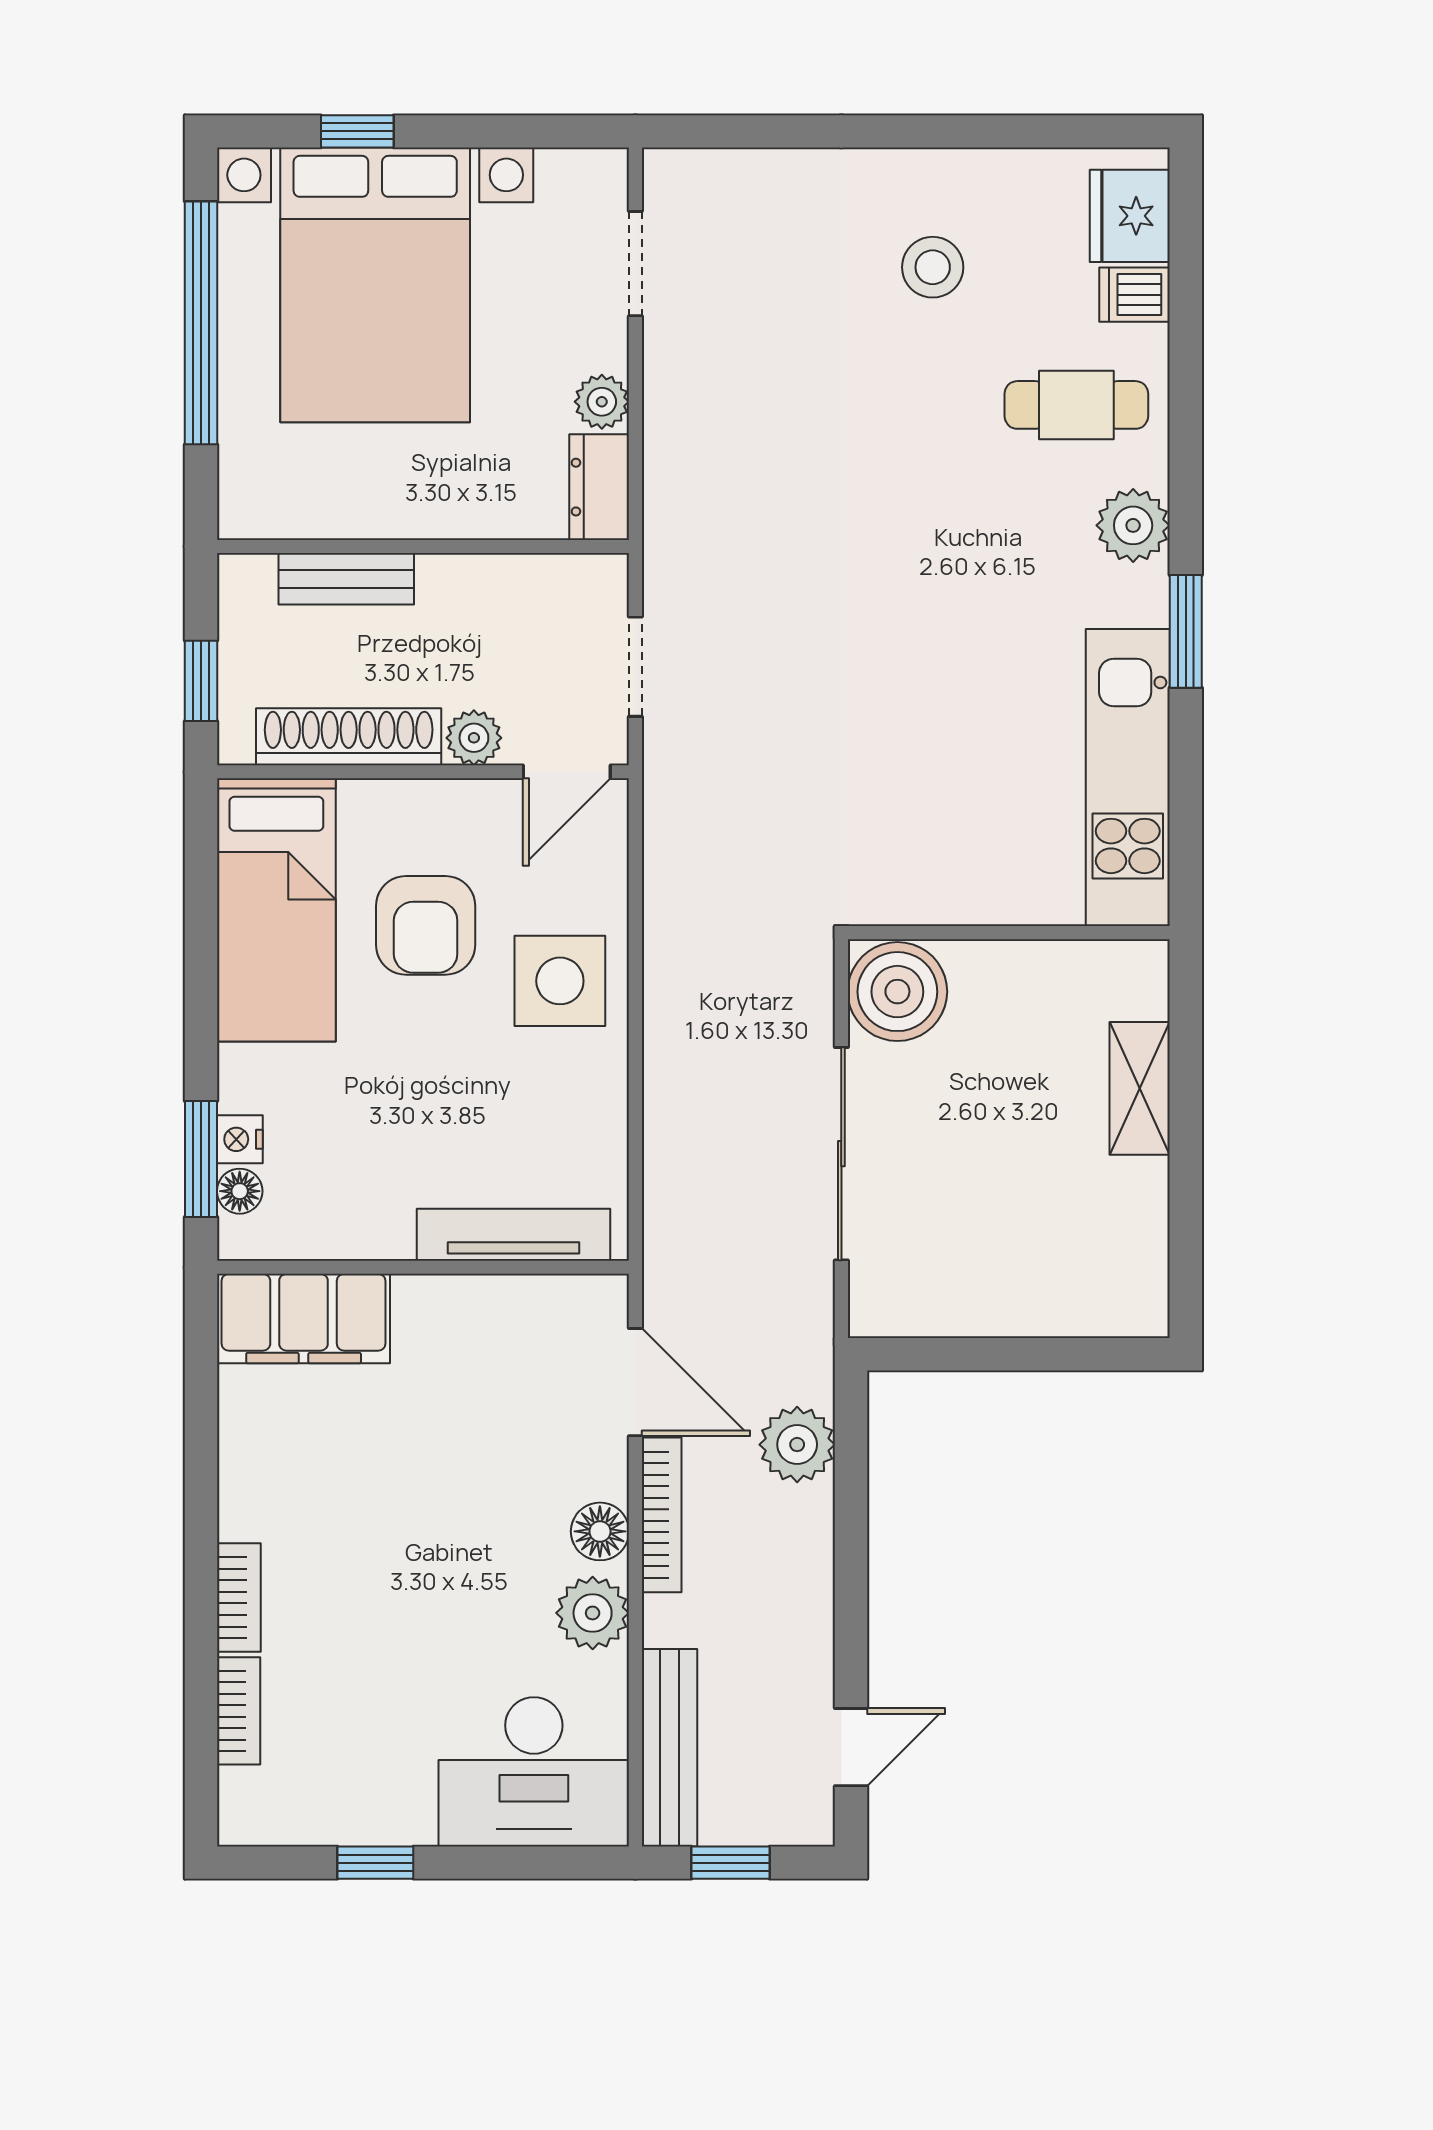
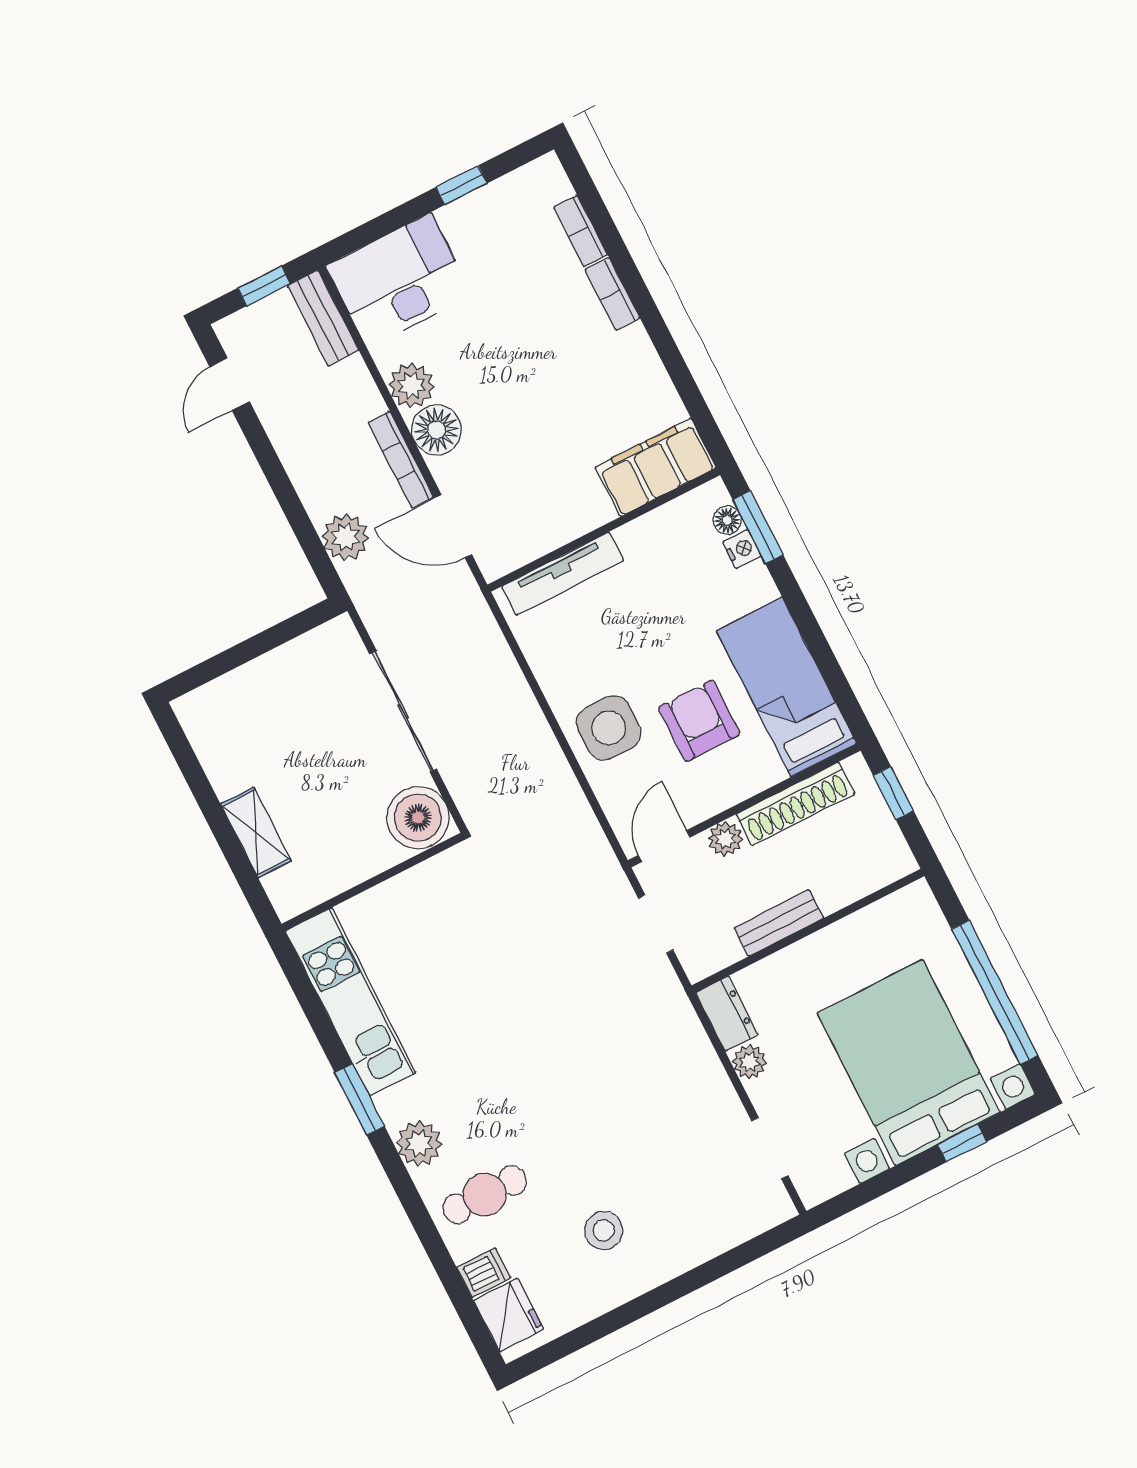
bench: (346, 579) -> (779, 923), moved
floor lamp: (600, 1531) -> (436, 430), width x1.38, depth x1.38
bench: (670, 1748) -> (323, 318), width x0.73

